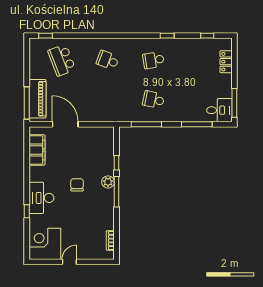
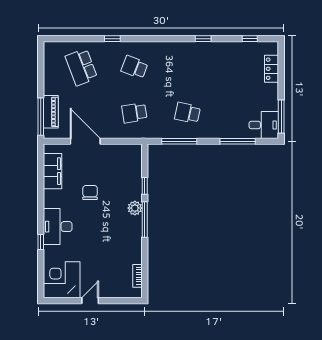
window: (46, 36) -> (112, 39), moved
school desk: (153, 60) -> (134, 113), moved
piano: (37, 99) -> (51, 112), width x0.73, depth x0.75
chair: (77, 185) -> (90, 192), moved

